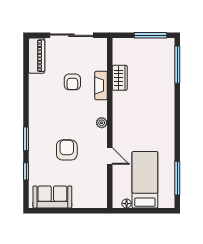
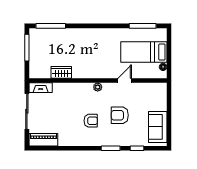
armchair: (72, 82) -> (91, 121), moved
fireplace: (101, 86) -> (41, 88), moved

